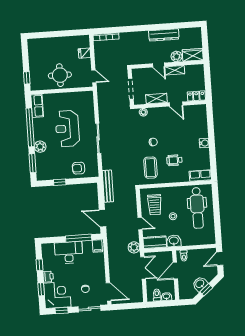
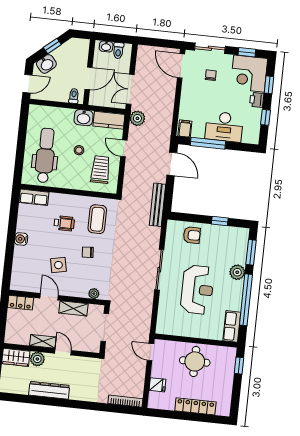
locker: (54, 42) -> (195, 406), added
side table: (173, 129) -> (58, 265), added
washbasin: (200, 284) -> (46, 64), moved

